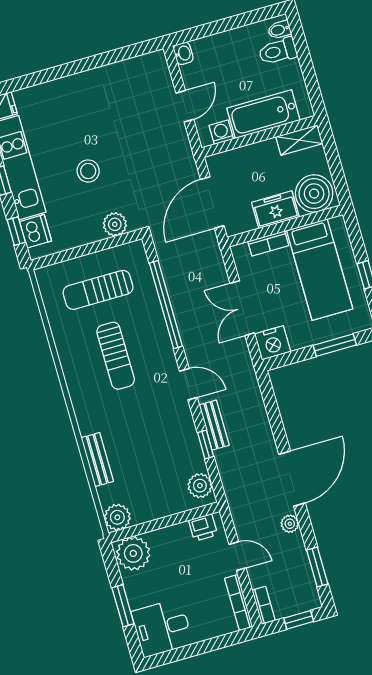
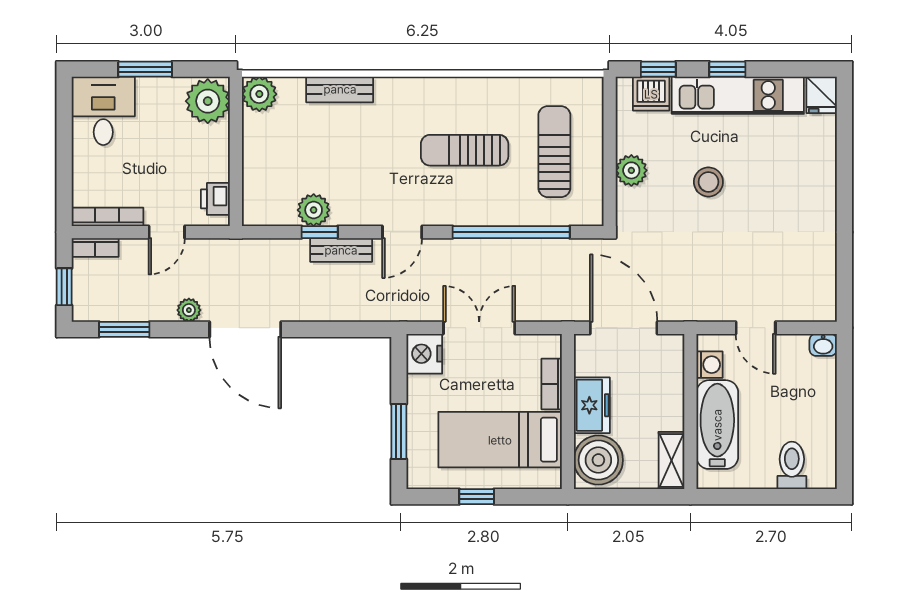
bidet: (279, 30) -> (818, 475), removed
plant: (115, 224) -> (631, 170), moved
plant: (200, 486) -> (314, 210), moved

